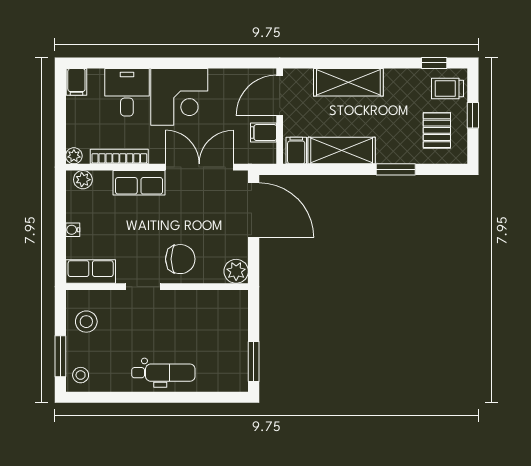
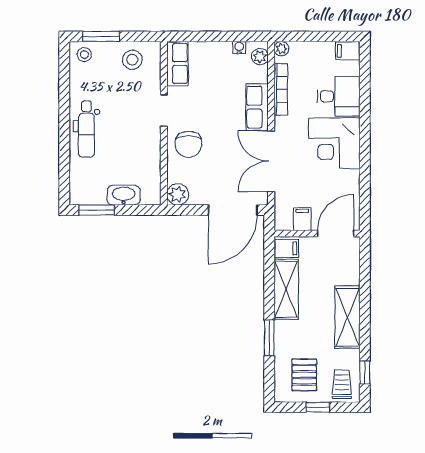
shelving: (348, 82) -> (347, 317), moved
door: (280, 95) -> (336, 233), hinge flipped
pallet: (437, 130) -> (304, 375), turned 90
double door: (199, 167) -> (271, 161), swing flipped
water cooler: (73, 230) -> (239, 47), moved
washbasin: (237, 331) -> (124, 195), added

